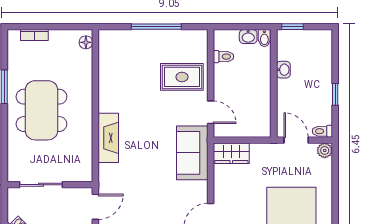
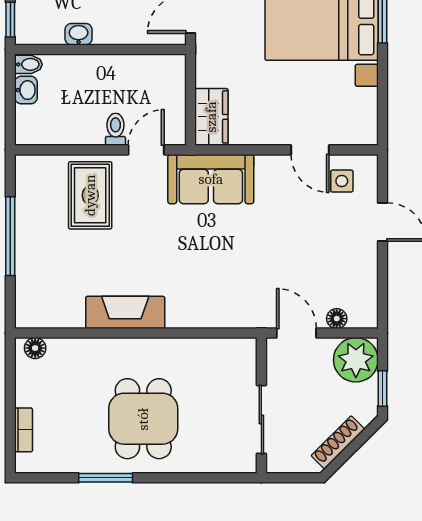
toilet: (224, 57) -> (115, 129), moved
dining table: (41, 110) -> (143, 419), width x0.73
fireplace: (108, 138) -> (125, 312), moved

